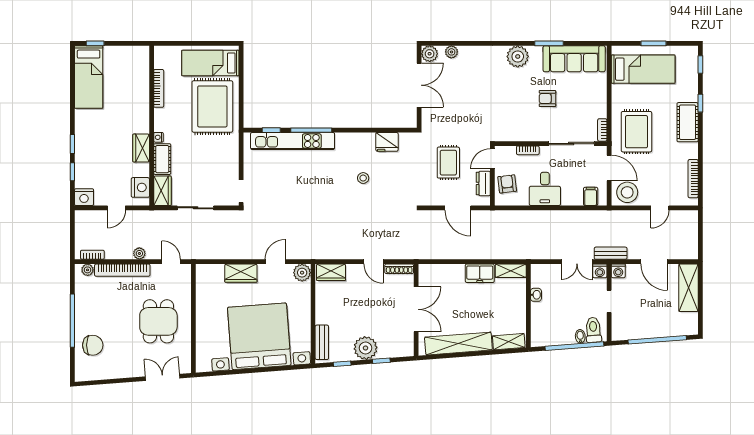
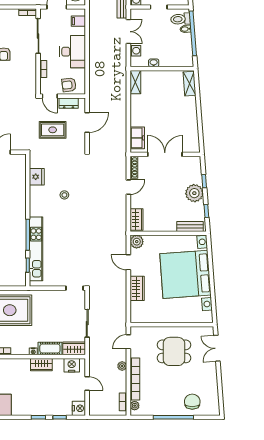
desk: (545, 189) -> (73, 52), width x1.37
washing machine: (600, 271) -> (135, 51), moved
freezer: (480, 273) -> (137, 138), moved
shelving: (458, 344) -> (191, 122), removed

